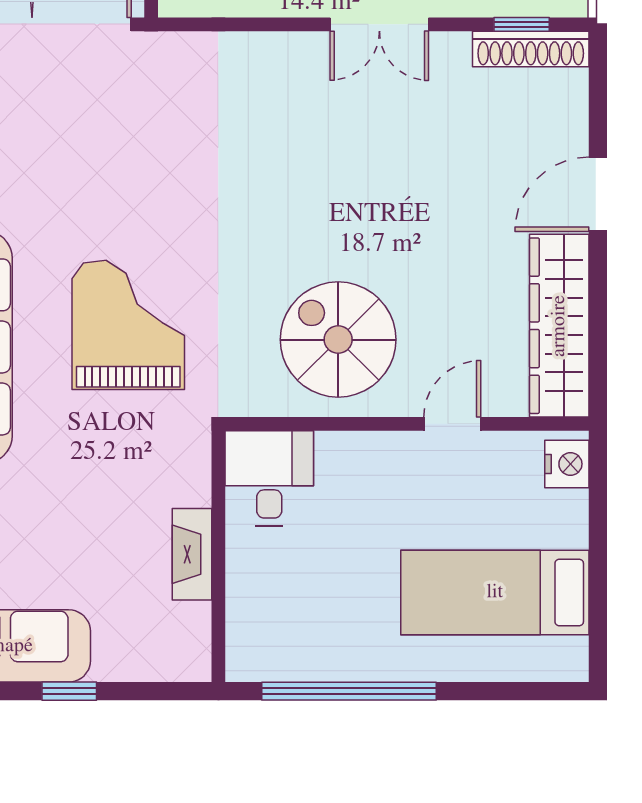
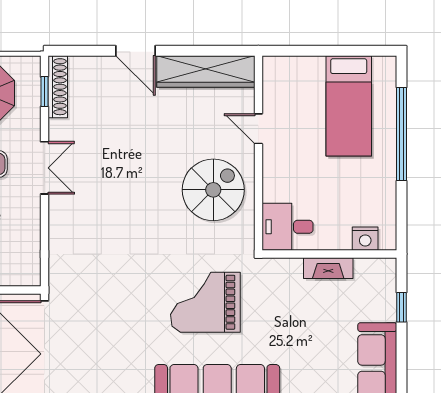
spiral stairs: (338, 340) -> (213, 190), turned 180
nightstand: (567, 464) -> (365, 239), moved, turned 180
window: (69, 691) -> (401, 307), moved
window: (349, 691) -> (401, 134), moved

